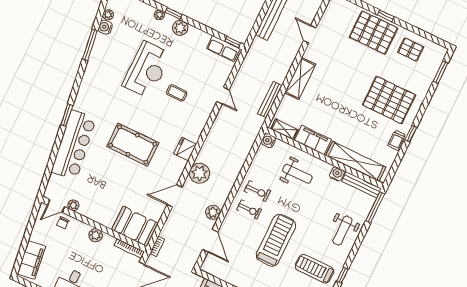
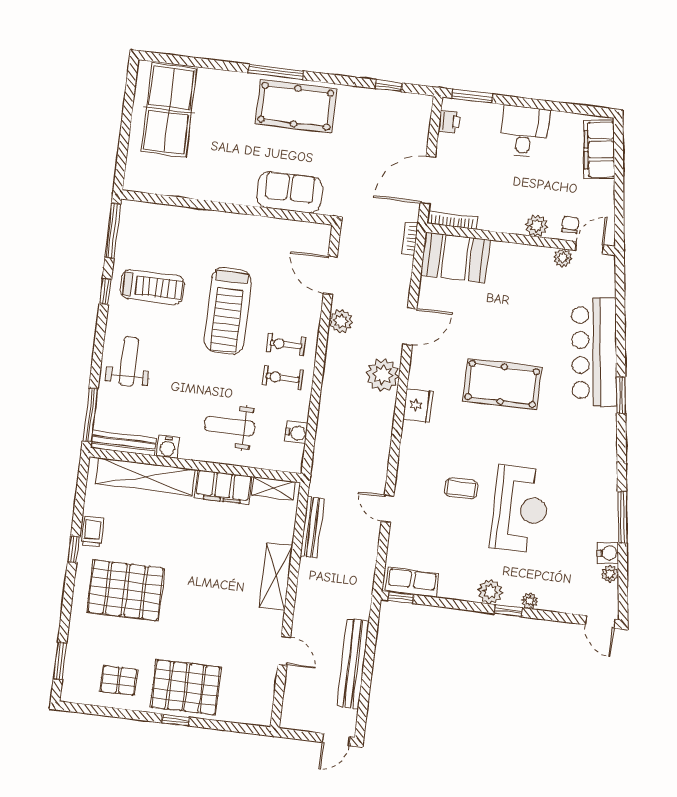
reception desk: (147, 70) -> (520, 509), turned 180
water cooler: (268, 141) -> (296, 433), moved
plant: (96, 235) -> (537, 226), moved

